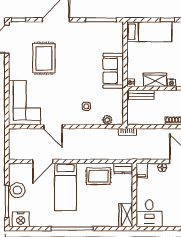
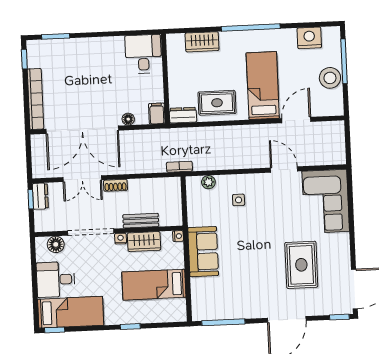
bed: (149, 32) -> (154, 285), moved
bench: (141, 95) -> (141, 221), moved
wardrobe: (126, 215) -> (202, 42), moved, turned 90
nightstand: (21, 219) -> (309, 38), moved

